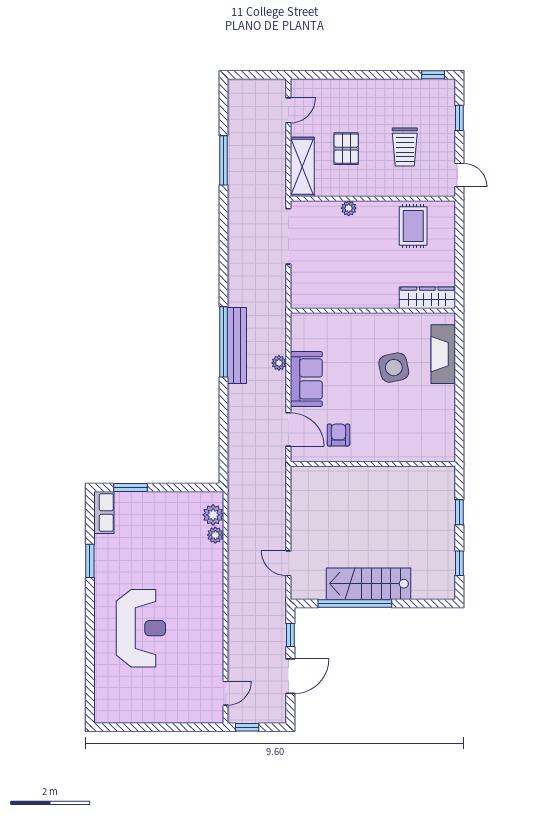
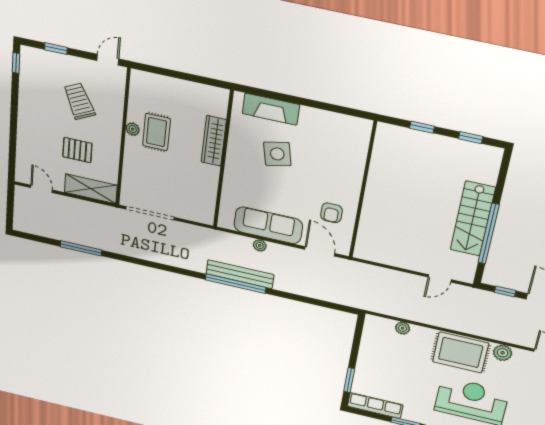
trolley: (405, 147) -> (79, 101), turned -116
plant: (349, 208) -> (133, 129), moved
rug: (413, 226) -> (156, 132), moved, turned 90
wardrobe: (427, 298) -> (214, 141), moved
sofa: (306, 379) -> (268, 225), width x1.36
door: (288, 429) -> (320, 251), hinge flipped
armchair: (338, 435) -> (331, 213), turned -90
row of seats: (104, 513) -> (375, 406), width x1.48
plant: (213, 515) -> (503, 353), moved
rug: (201, 604) -> (461, 352), added

